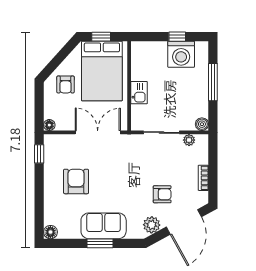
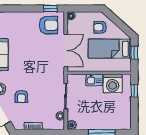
window: (177, 37) -> (134, 91), moved
washing machine: (181, 54) -> (113, 84), moved, turned -90
bed: (102, 71) -> (110, 49), width x0.67
armchair: (76, 181) -> (49, 25), moved

